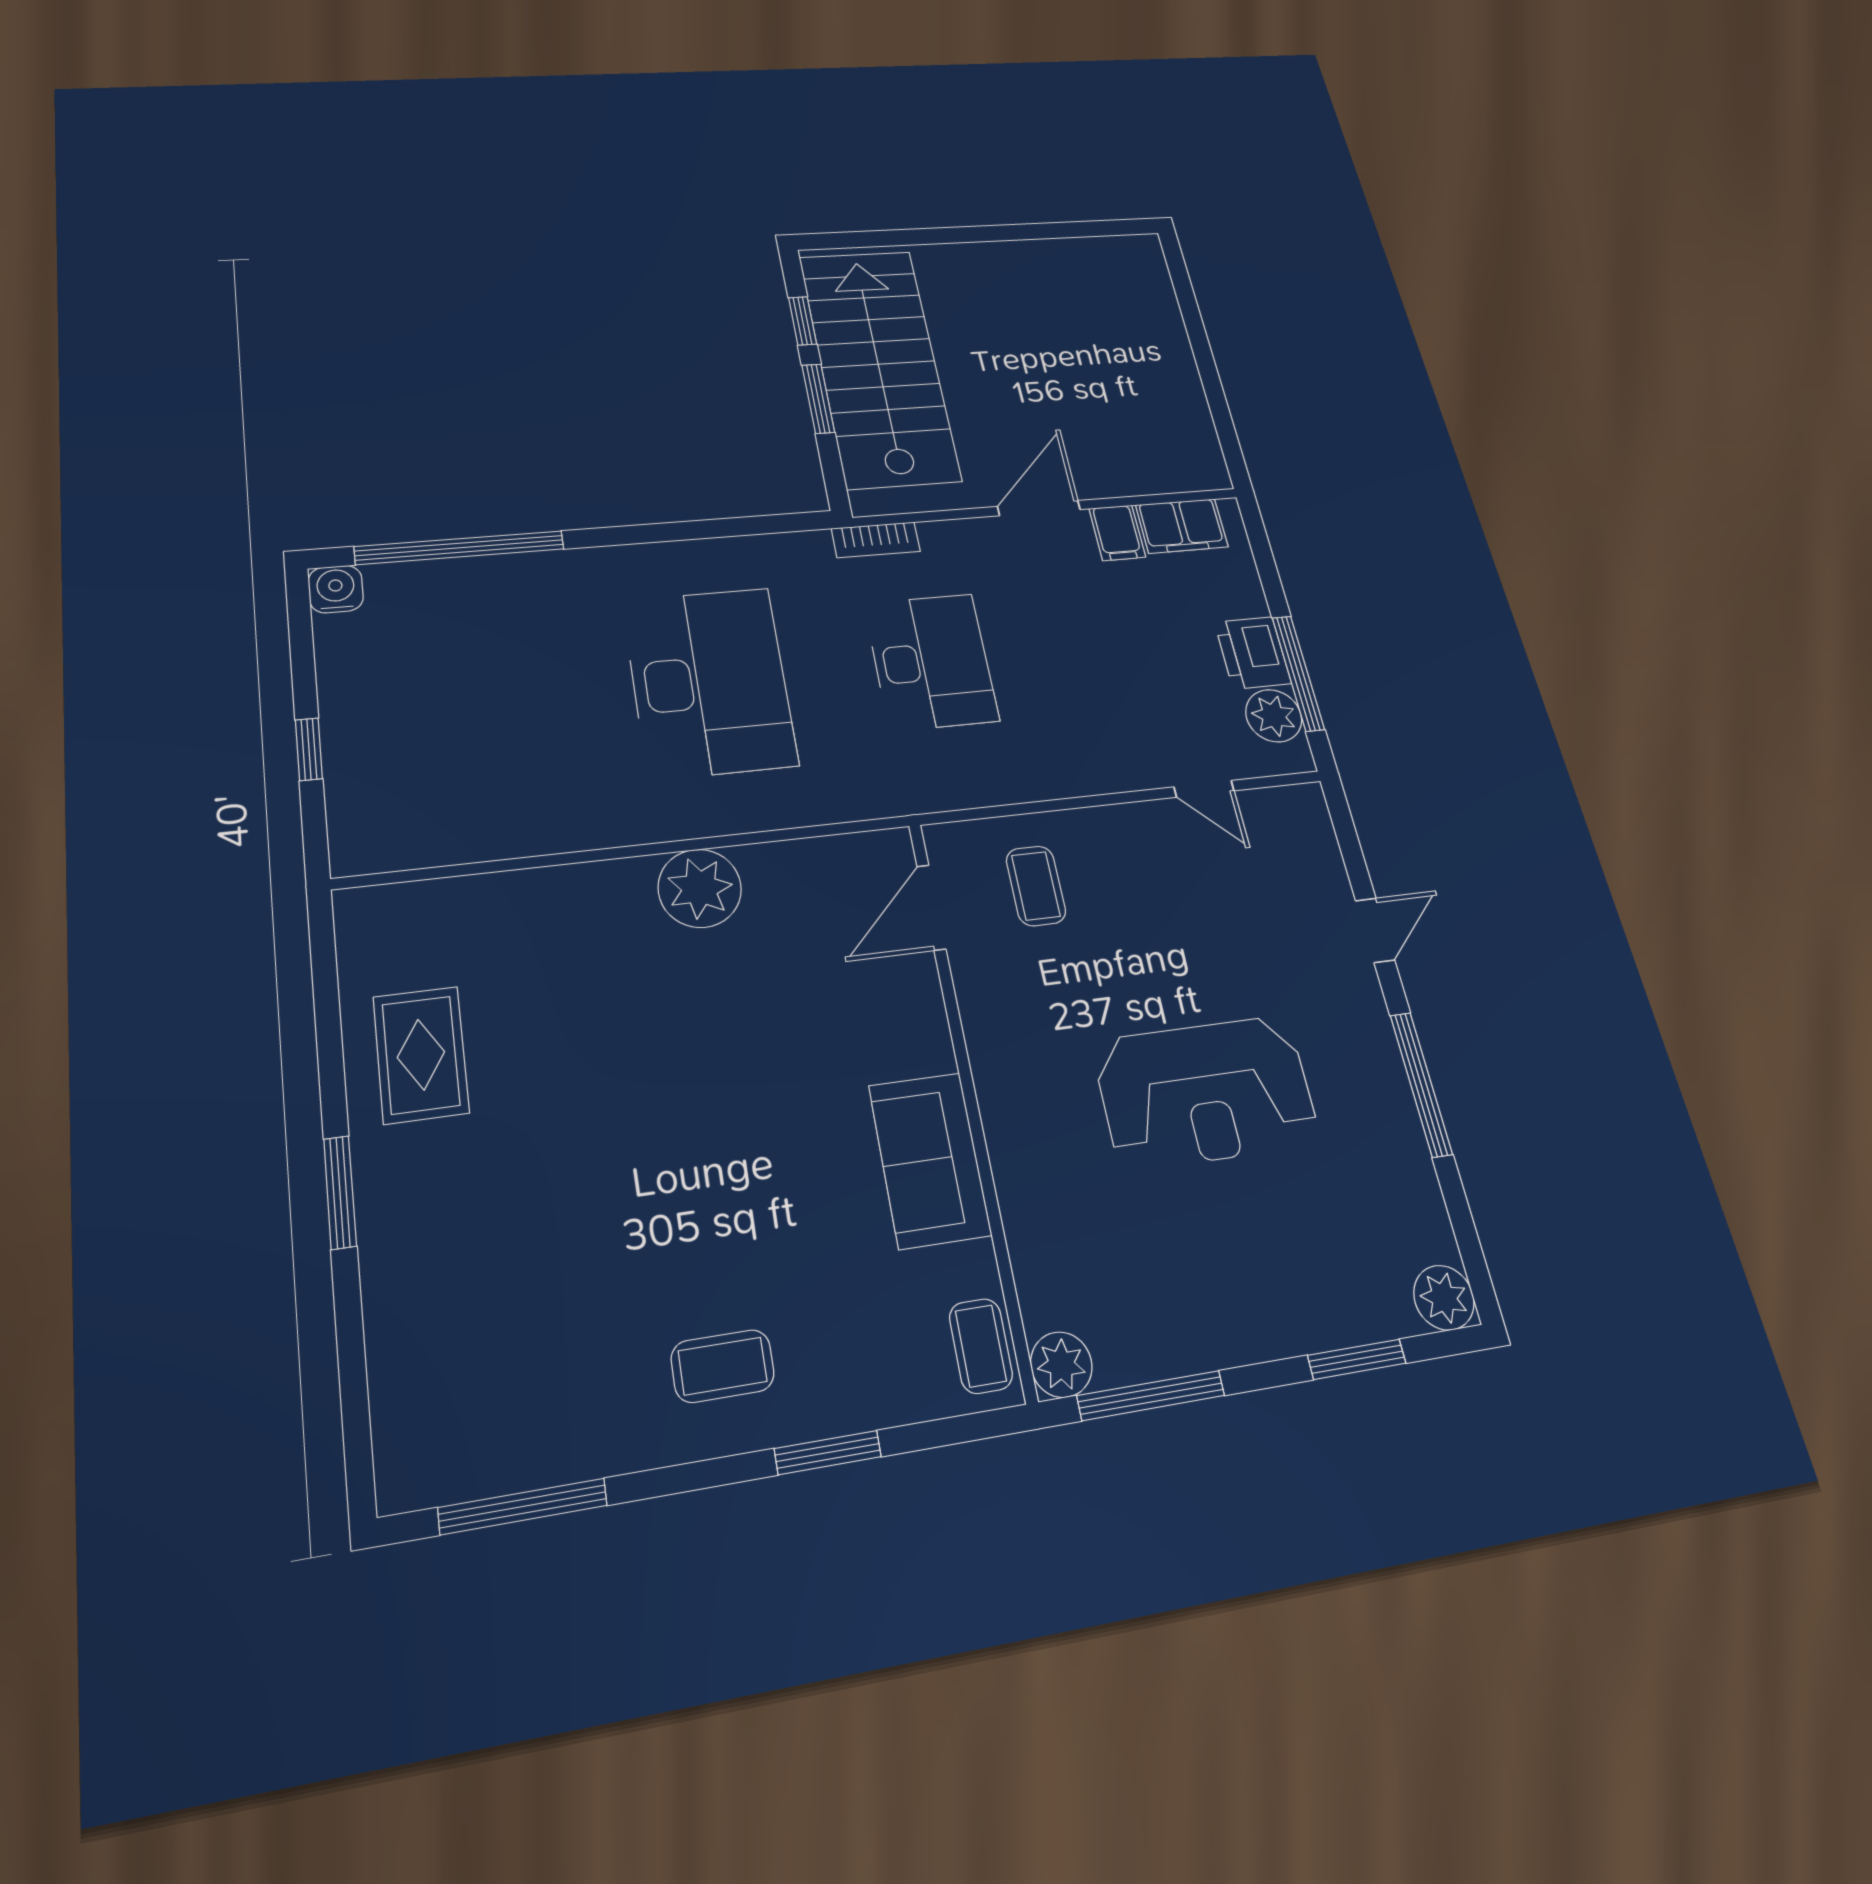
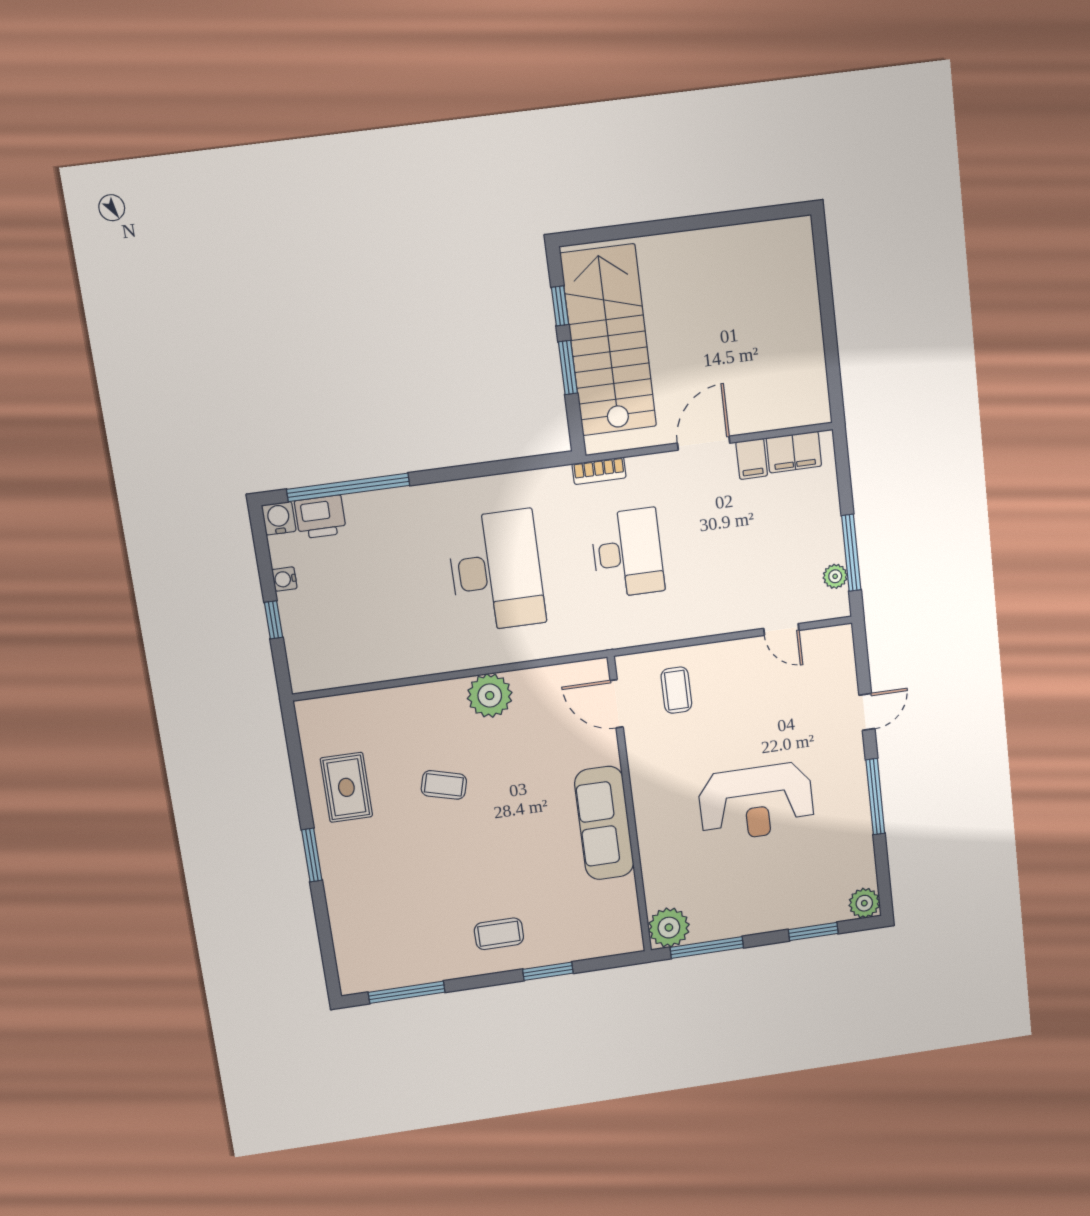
printer: (1253, 653) -> (320, 517), moved, turned -90
water cooler: (336, 684) -> (284, 579), added
plant: (1274, 716) -> (835, 576), width x0.73, depth x0.73
door: (931, 907) -> (617, 704), hinge flipped
sofa: (930, 1160) -> (604, 823), width x1.36
coffee table: (981, 1346) -> (444, 785), moved, turned -75
plant: (1061, 1365) -> (669, 928), width x1.36, depth x1.36

